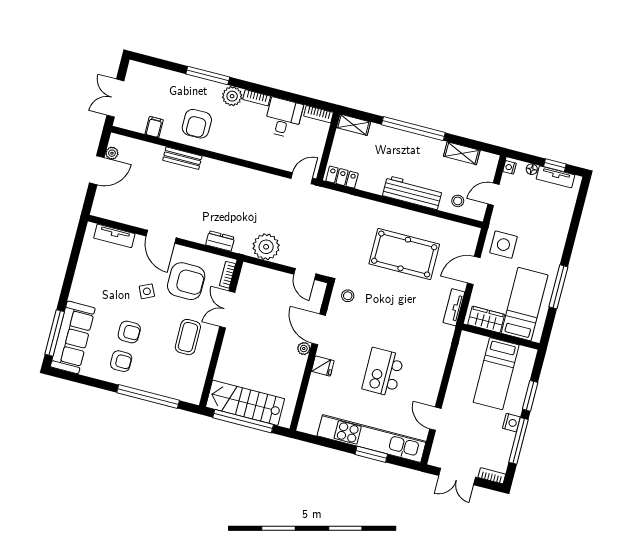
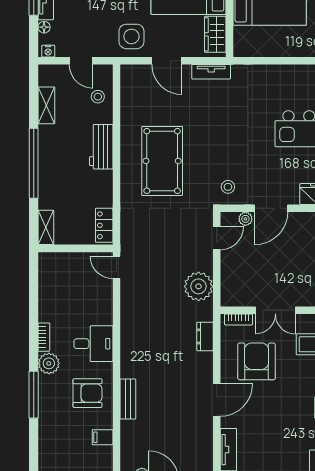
bookcase: (319, 114) -> (44, 267), removed
desk: (283, 118) -> (93, 344), moved, turned 180
workbench: (412, 193) -> (101, 147), width x0.73
pool table: (404, 254) -> (162, 161), moved
side table: (147, 291) -> (278, 400), removed
plant: (304, 349) -> (245, 219), moved

